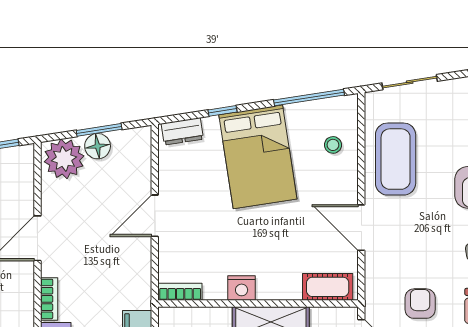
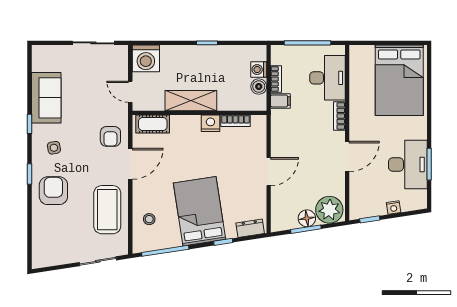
door: (361, 228) -> (130, 164), hinge flipped
bookcase: (180, 292) -> (236, 121), moved
armchair: (420, 304) -> (110, 136), moved

